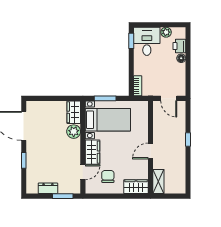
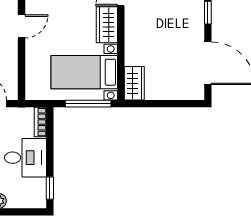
desk: (147, 41) -> (25, 158), moved, turned -90
window: (105, 98) -> (88, 104), width x1.44
plant: (74, 132) -> (135, 55), removed

